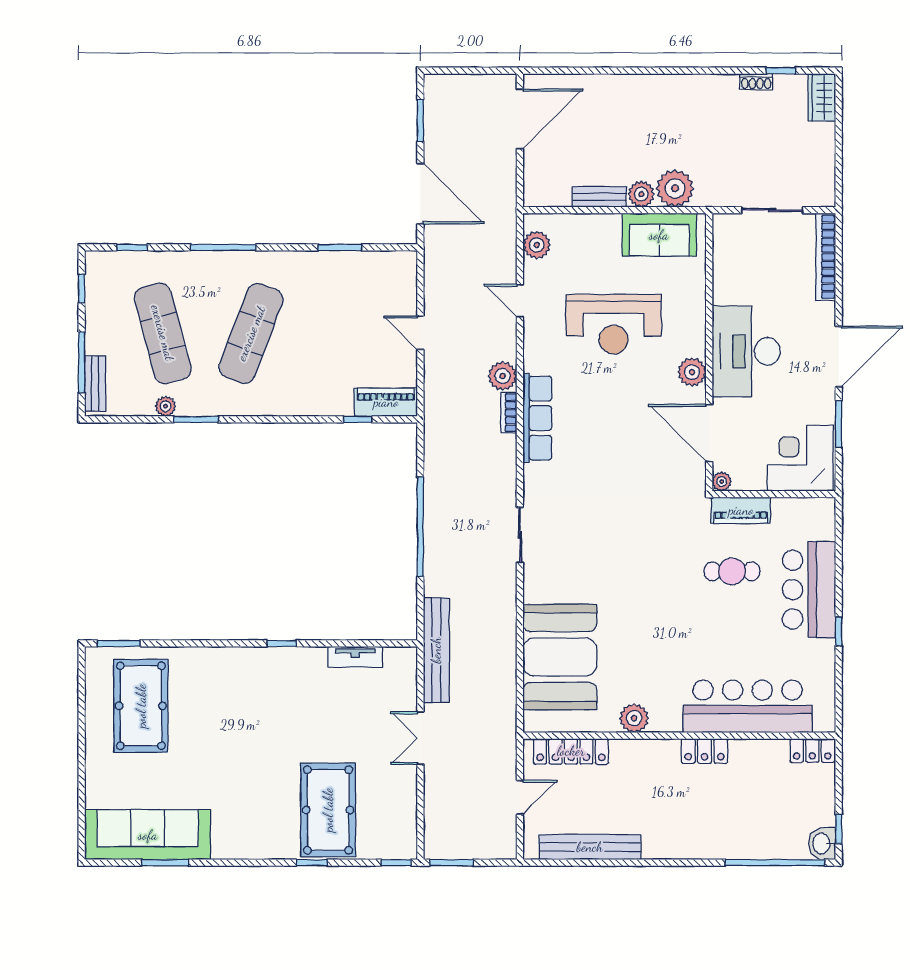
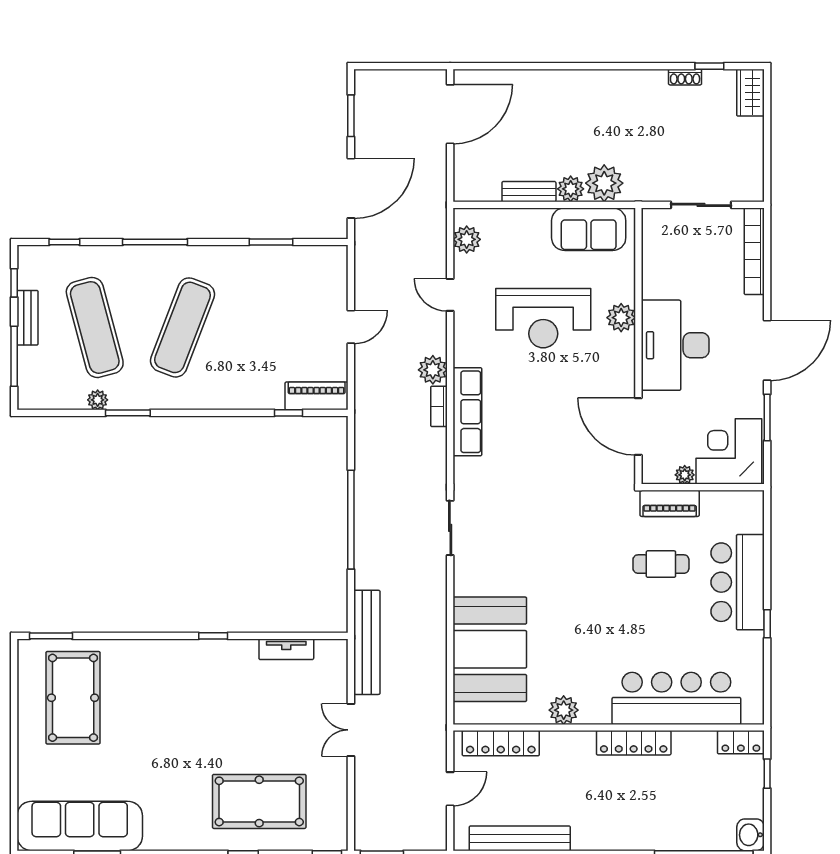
door: (420, 193) -> (351, 188), hinge flipped
door: (420, 333) -> (351, 327), swing flipped
plant: (692, 372) -> (621, 318), moved
bench: (95, 384) -> (28, 318), moved
plant: (722, 482) -> (685, 475), moved
locker: (705, 751) -> (634, 743), width x1.53
pool table: (328, 810) -> (259, 801), turned 90
window: (839, 829) -> (767, 774), moved

